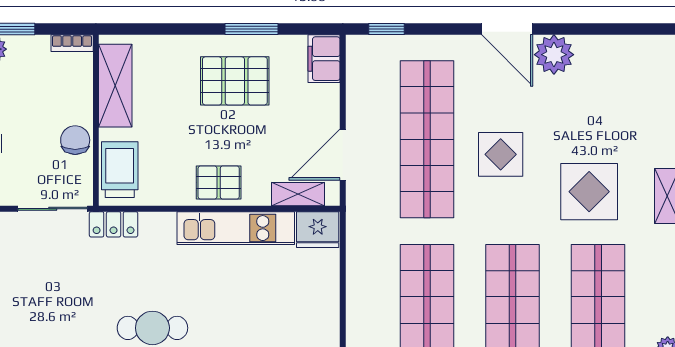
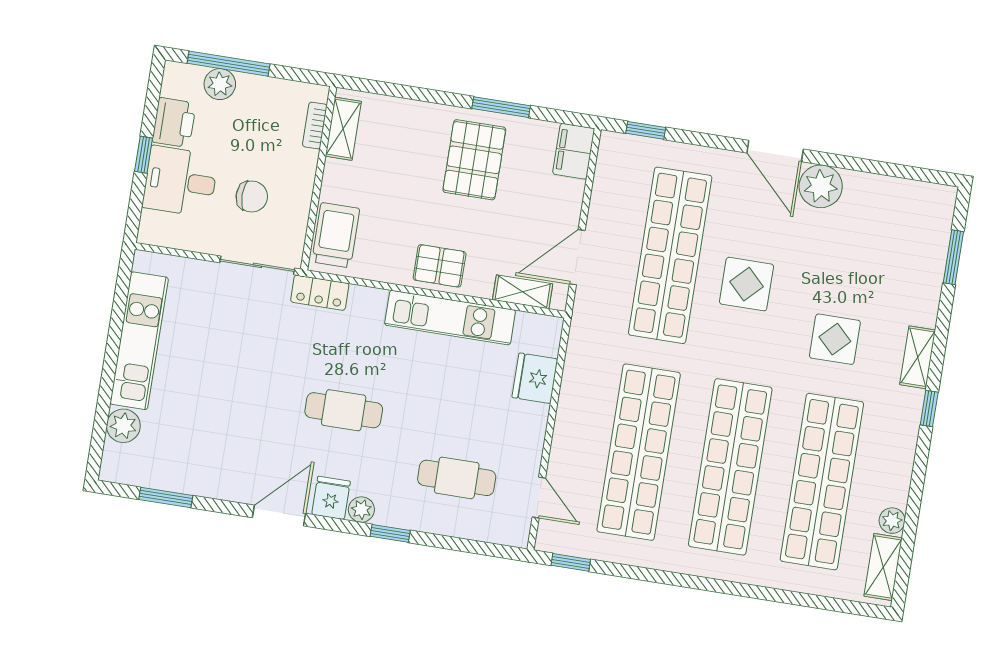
bookcase: (72, 43) -> (315, 126), moved, turned 90
pallet: (235, 81) -> (474, 160), turned 90
shelving: (115, 86) -> (343, 129), width x0.67, depth x0.75
chair: (75, 140) -> (252, 196), moved, turned 90
display table: (589, 192) -> (835, 339), width x0.73, depth x0.73
fridge: (318, 230) -> (535, 378), moved, turned 90

